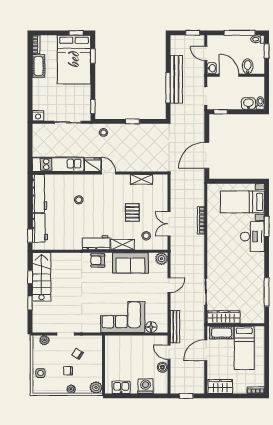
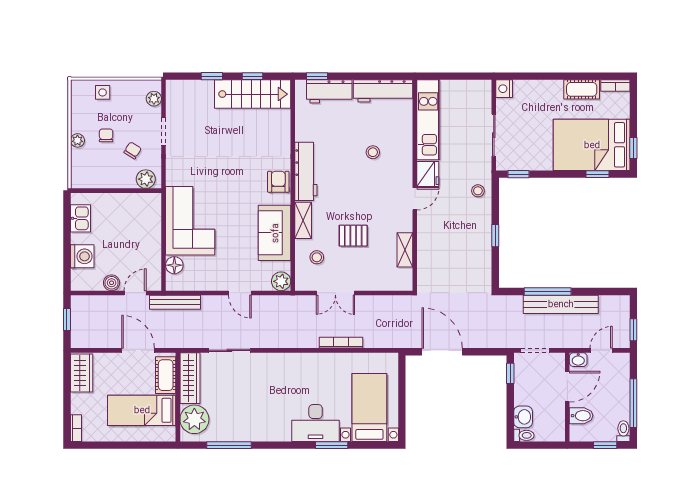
double door: (169, 224) -> (335, 293), swing flipped
workbench: (96, 243) -> (306, 171), width x1.38
plant: (250, 314) -> (194, 419), added
plant: (96, 388) -> (146, 179), moved

